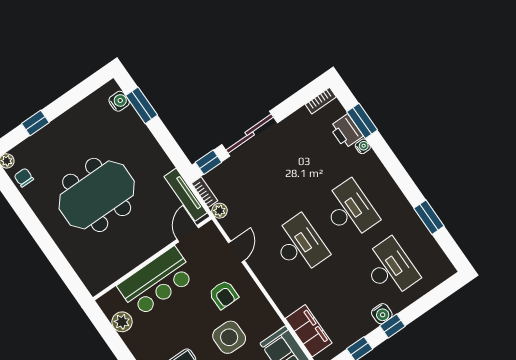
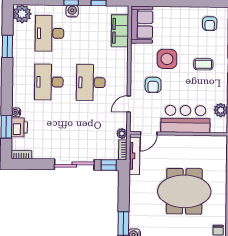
plant: (439, 268) -> (22, 14), added
armchair: (224, 295) -> (153, 85), turned 180

